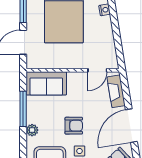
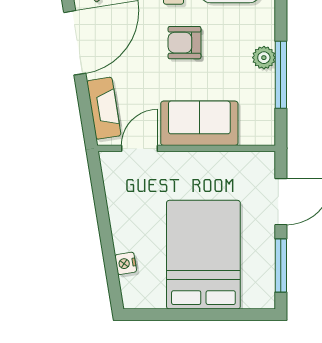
sofa: (46, 83) -> (199, 123), moved
plant: (32, 130) -> (264, 58), moved

